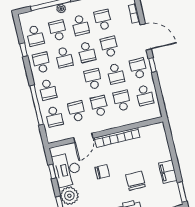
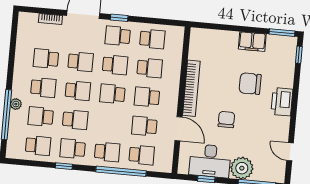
school desk: (109, 47) -> (80, 62), turned 180
window: (24, 50) -> (64, 166), moved
school desk: (122, 101) -> (150, 68), turned 180

